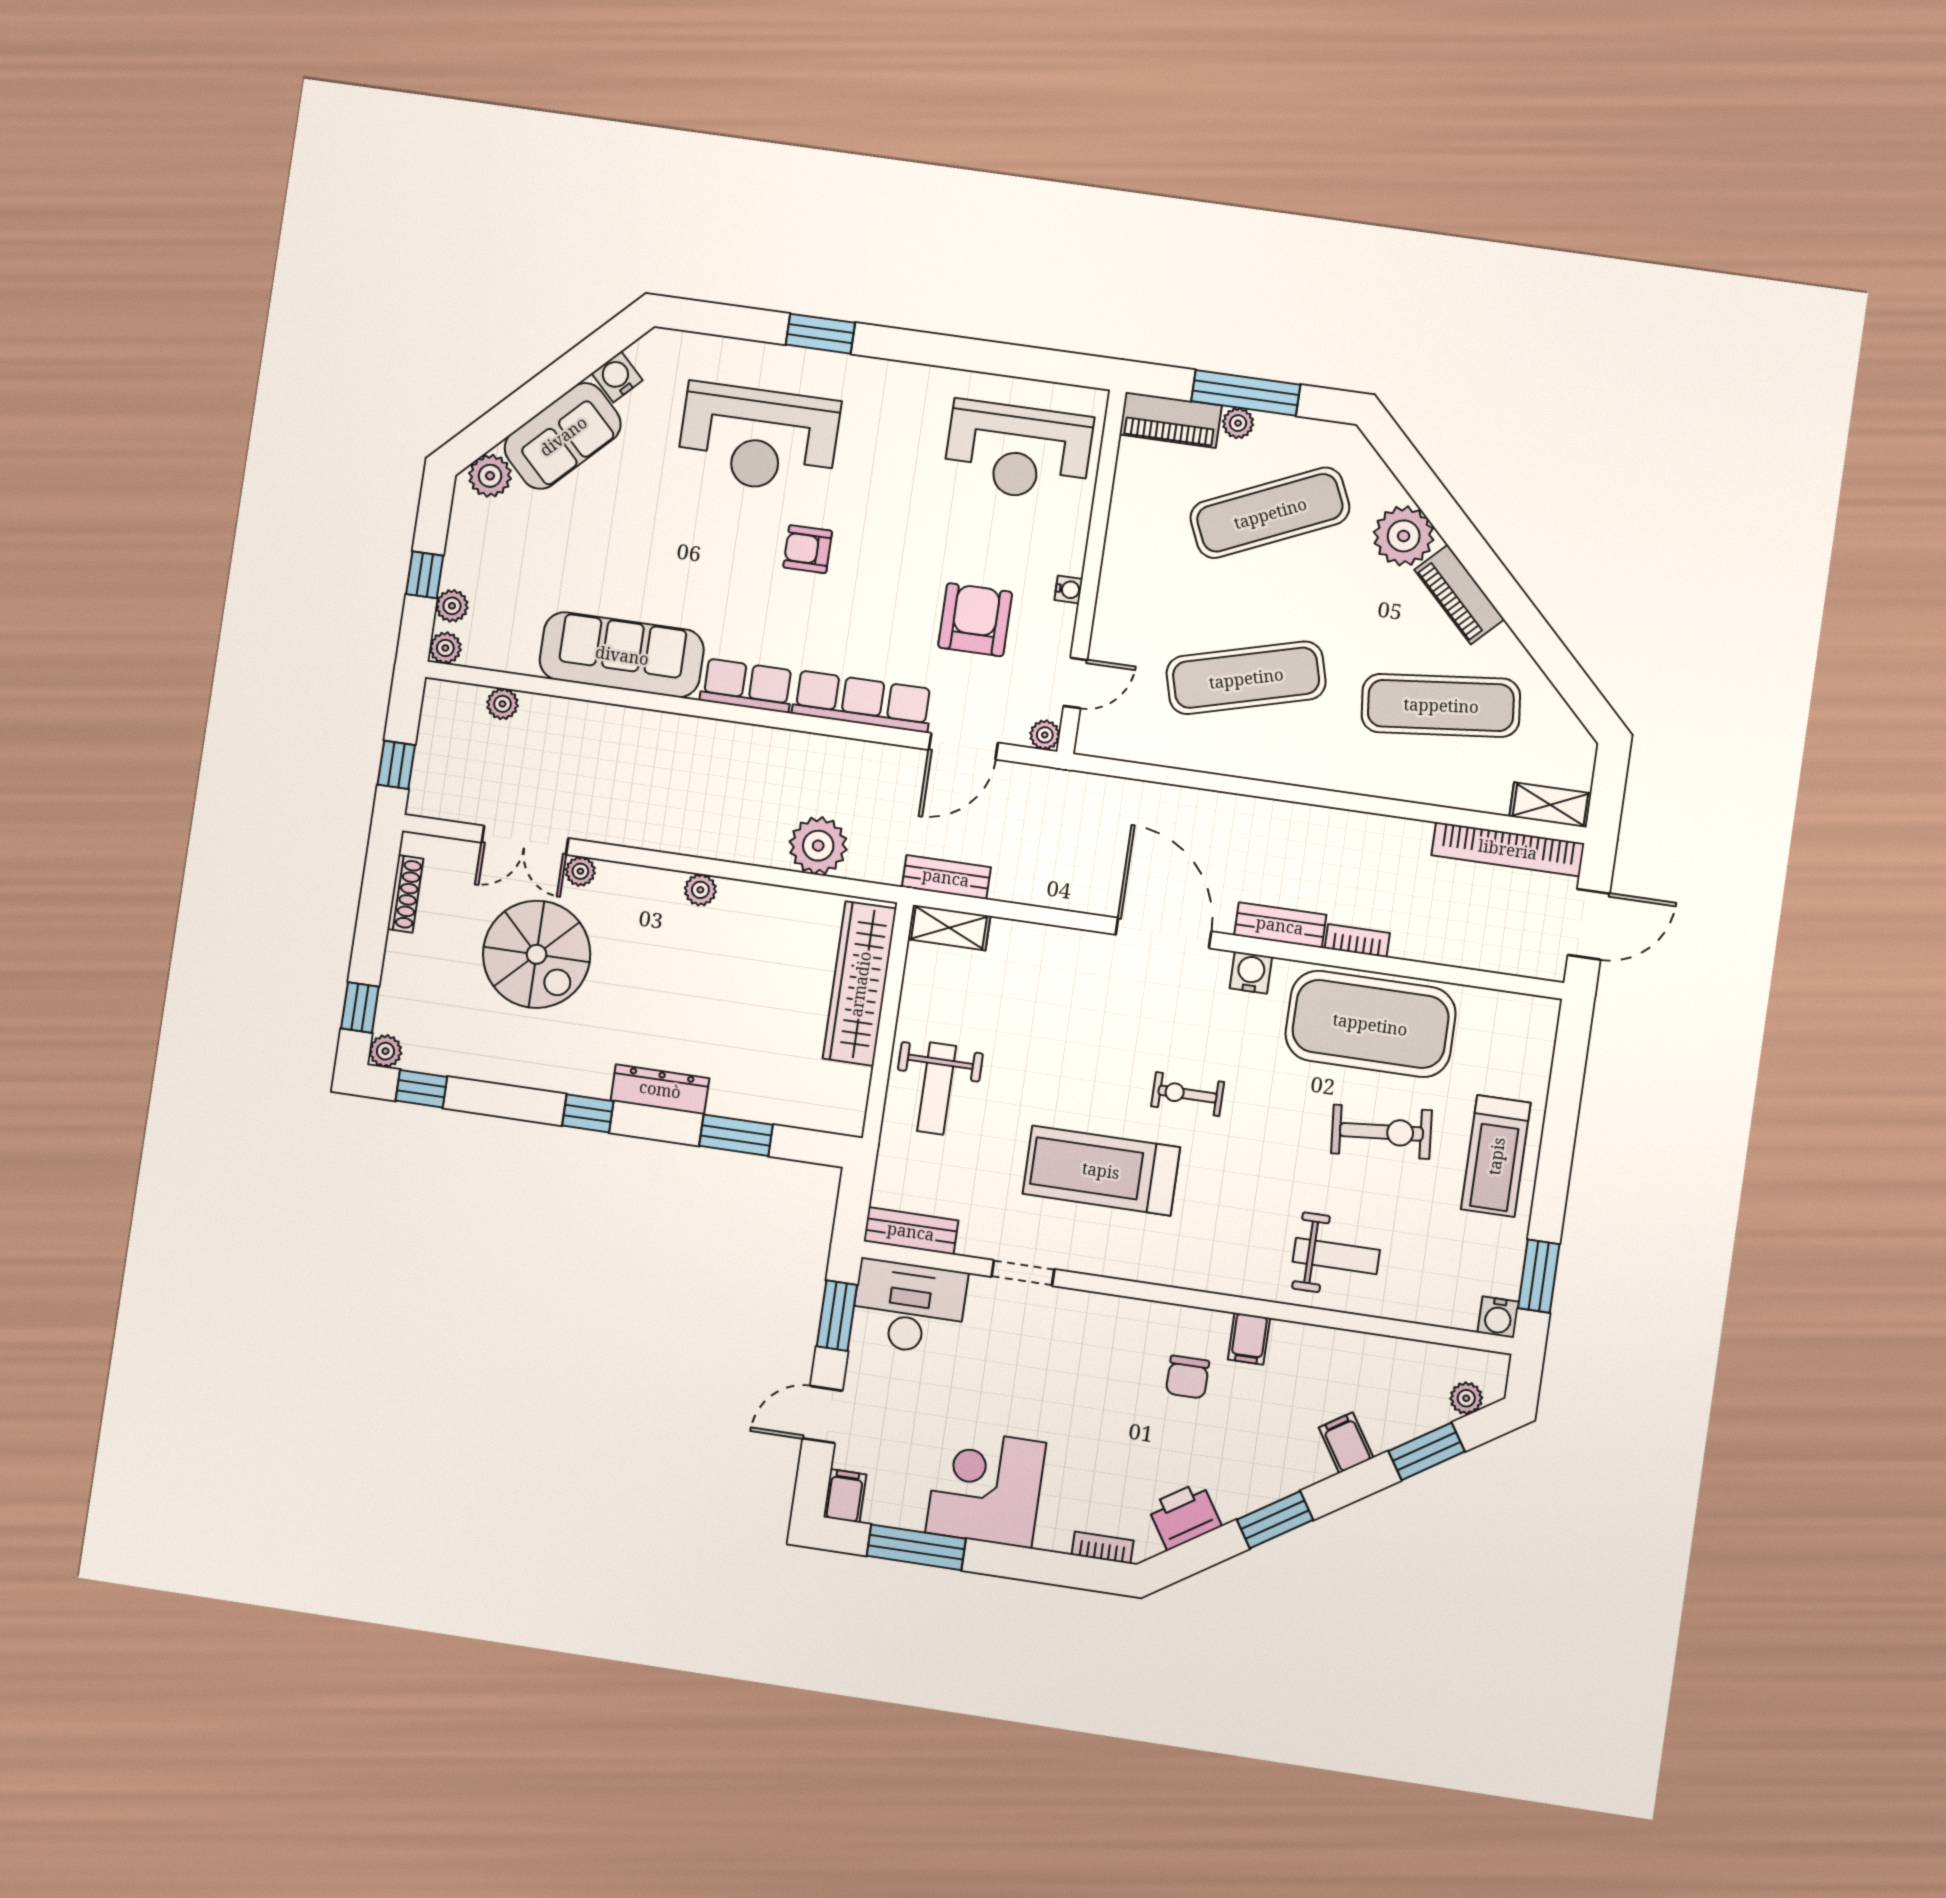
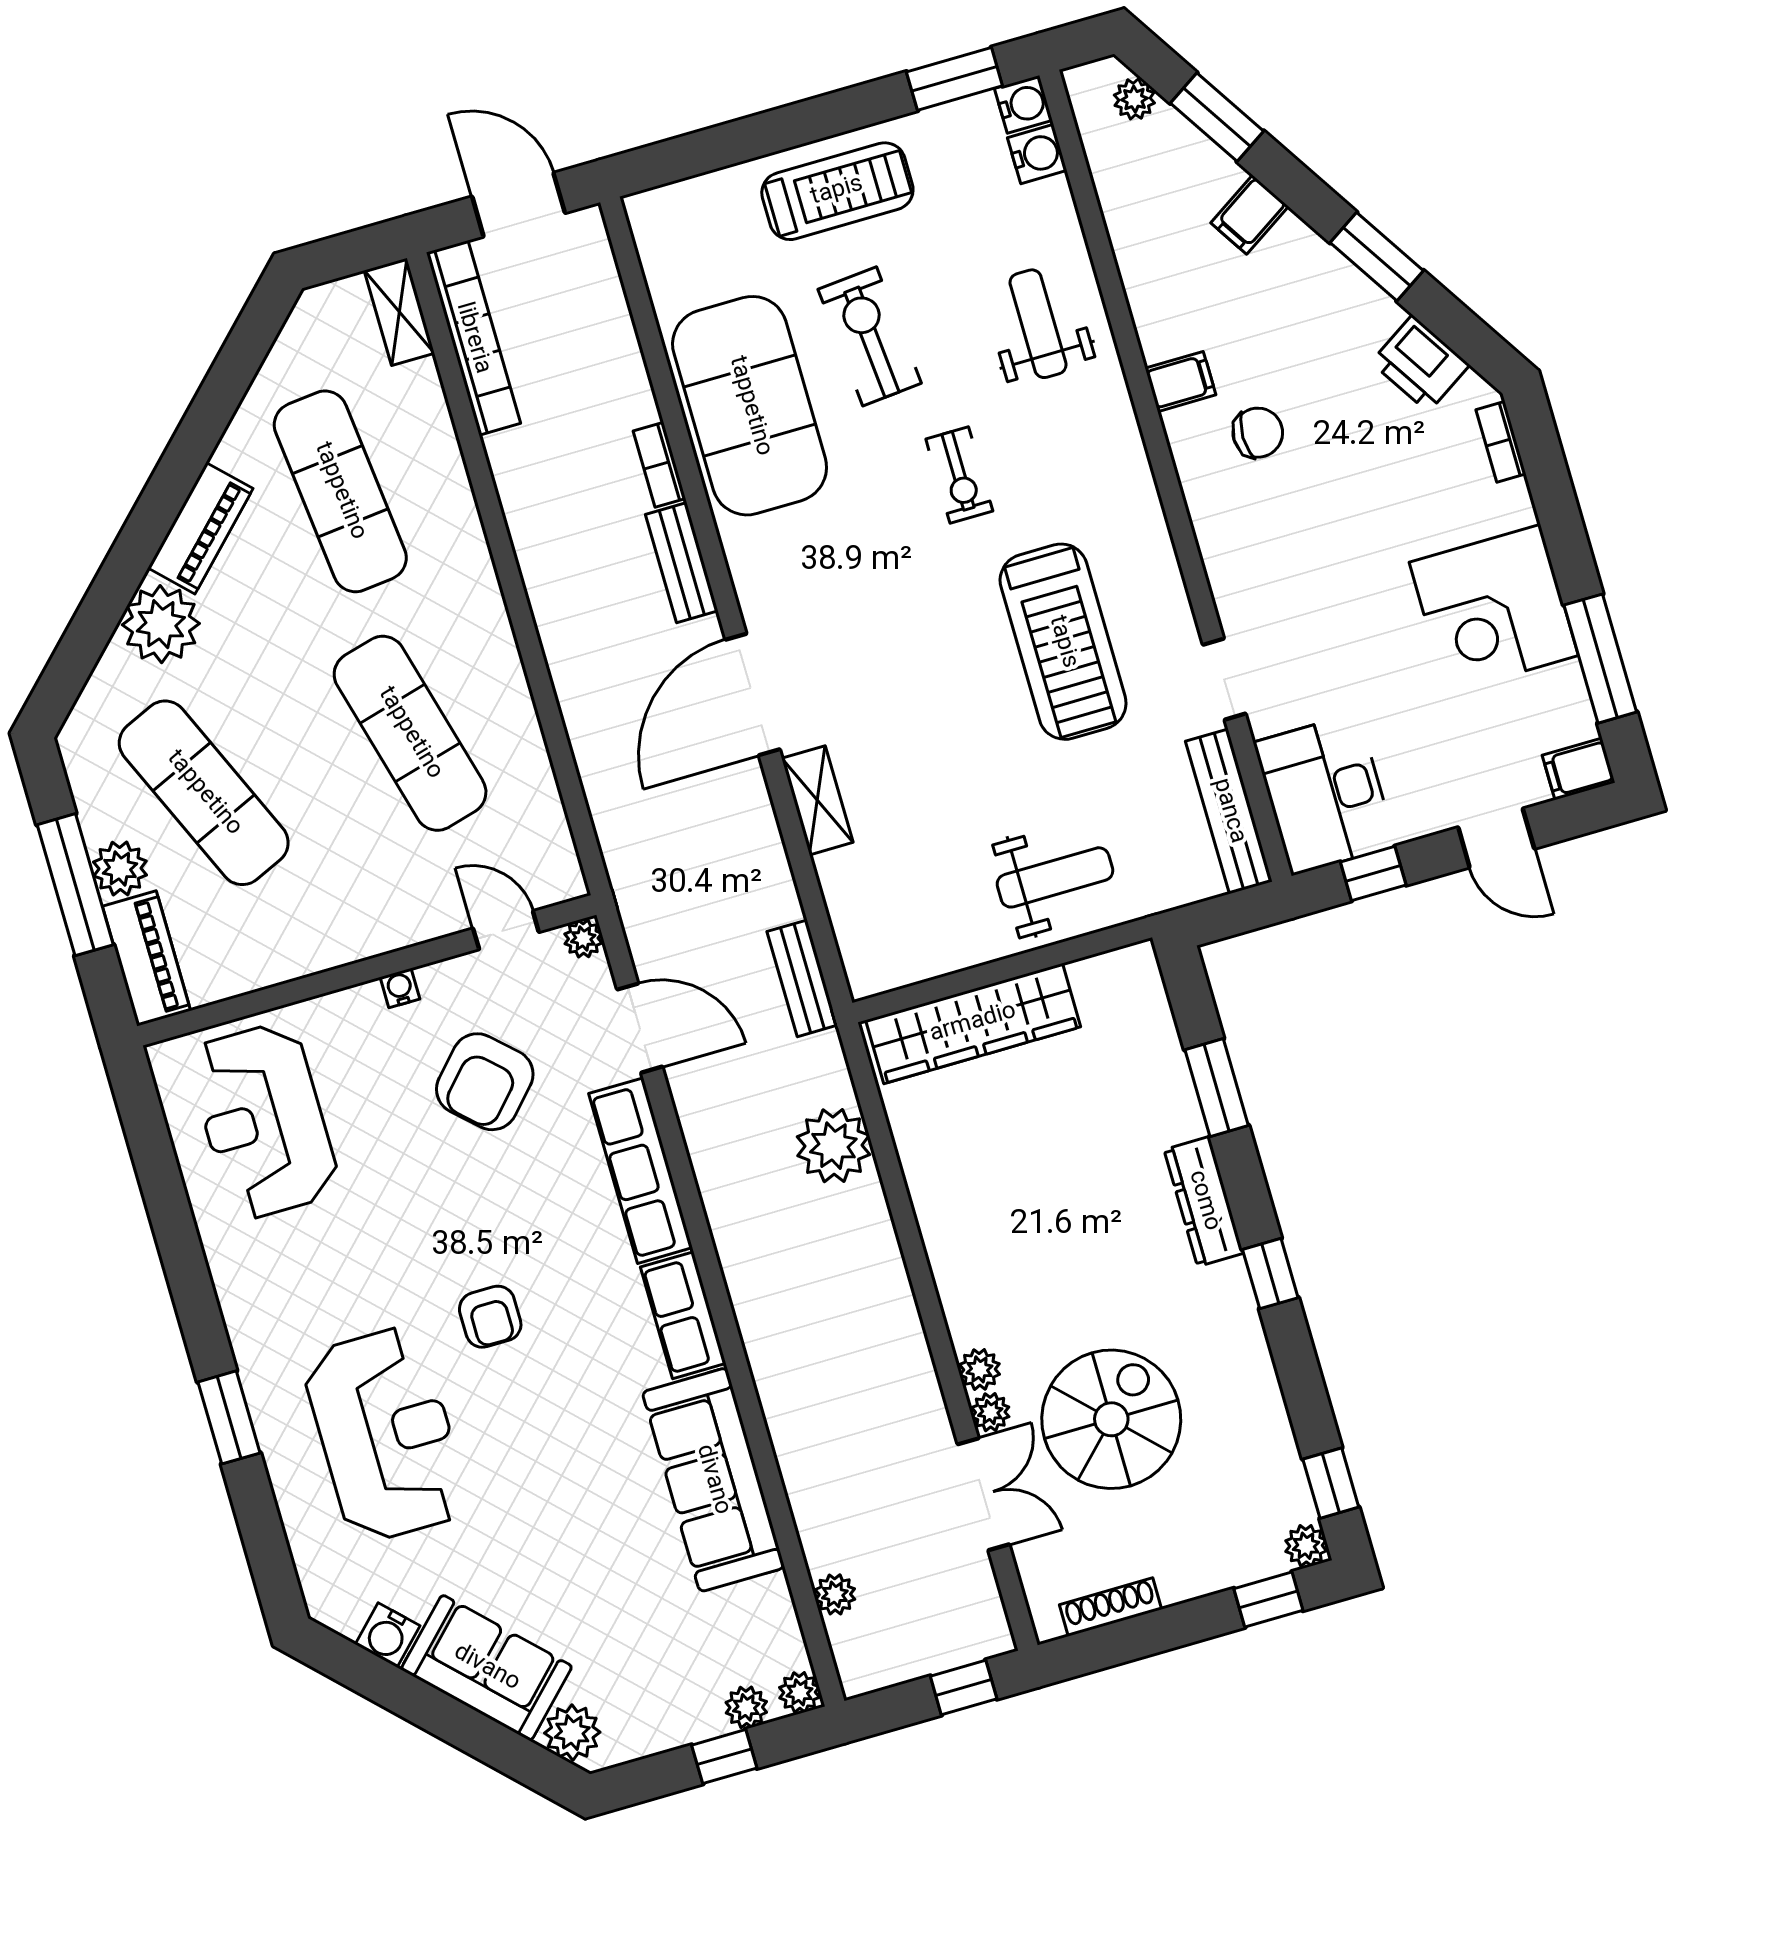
plant: (1238, 423) -> (120, 868), width x1.38, depth x1.38
reception desk: (1018, 451) -> (264, 1121), turned 180
armchair: (975, 620) -> (485, 1082), turned -47
plant: (700, 890) -> (980, 1369), moved
shelving: (949, 928) -> (817, 800), moved
water cooler: (1251, 973) -> (1037, 154), moved, turned 180
exercise bike: (1188, 1094) -> (959, 475), moved
bench: (911, 1231) -> (1229, 811), width x1.36
window: (837, 1316) -> (1373, 874), width x0.67

